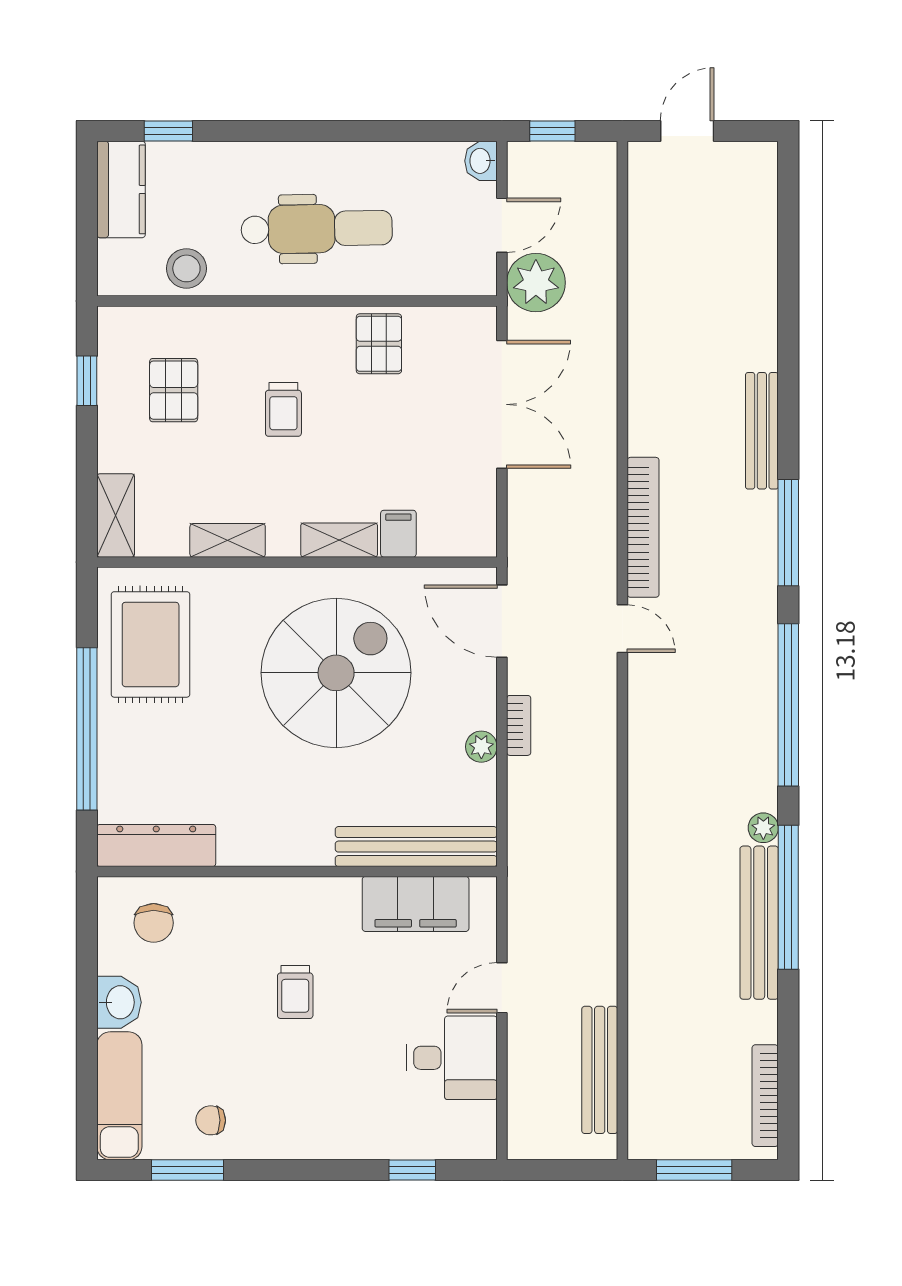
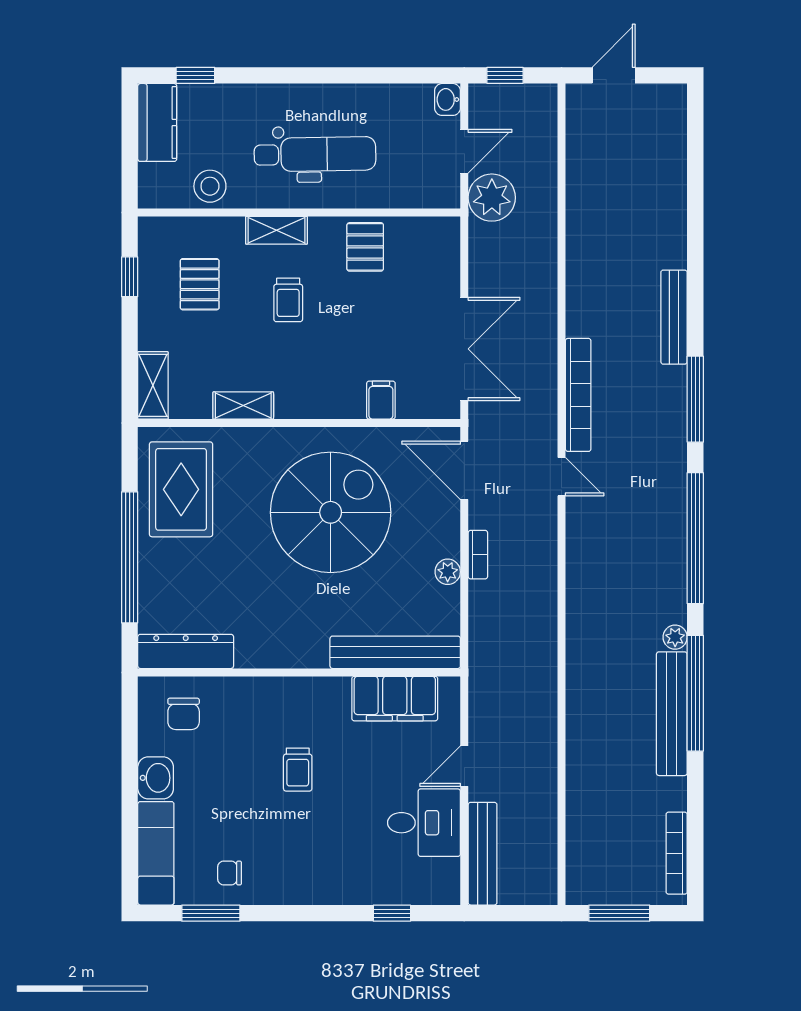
double door: (502, 404) -> (464, 349), moved
shelving: (339, 540) -> (276, 230), moved
bench: (600, 1070) -> (483, 854), moved

